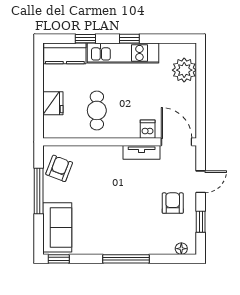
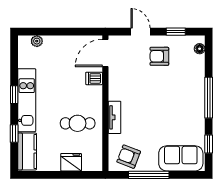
plant: (184, 70) -> (37, 41), width x0.53, depth x0.53
tv unit: (142, 152) -> (115, 117), moved
window: (59, 259) -> (209, 144), moved

